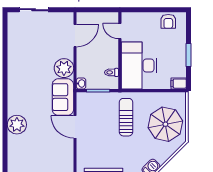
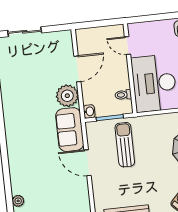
door: (75, 36) -> (77, 69), moved
sun lounger: (126, 117) -> (125, 145), moved
plant: (17, 125) -> (18, 201), moved, width x0.53, depth x0.53

